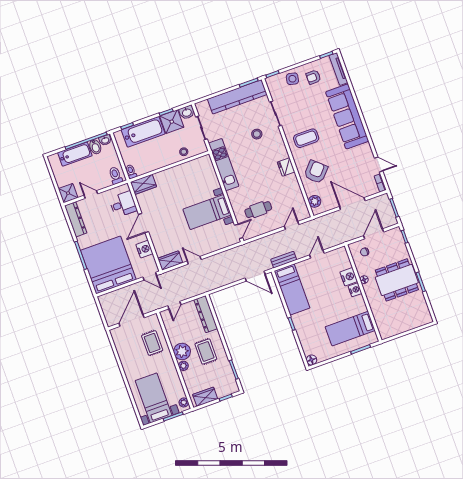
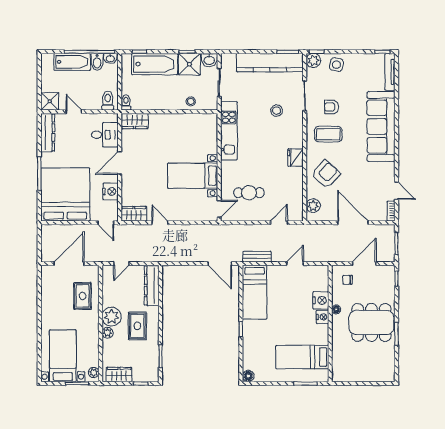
armchair: (313, 77) -> (332, 107), moved
plant: (272, 82) -> (313, 60), added

